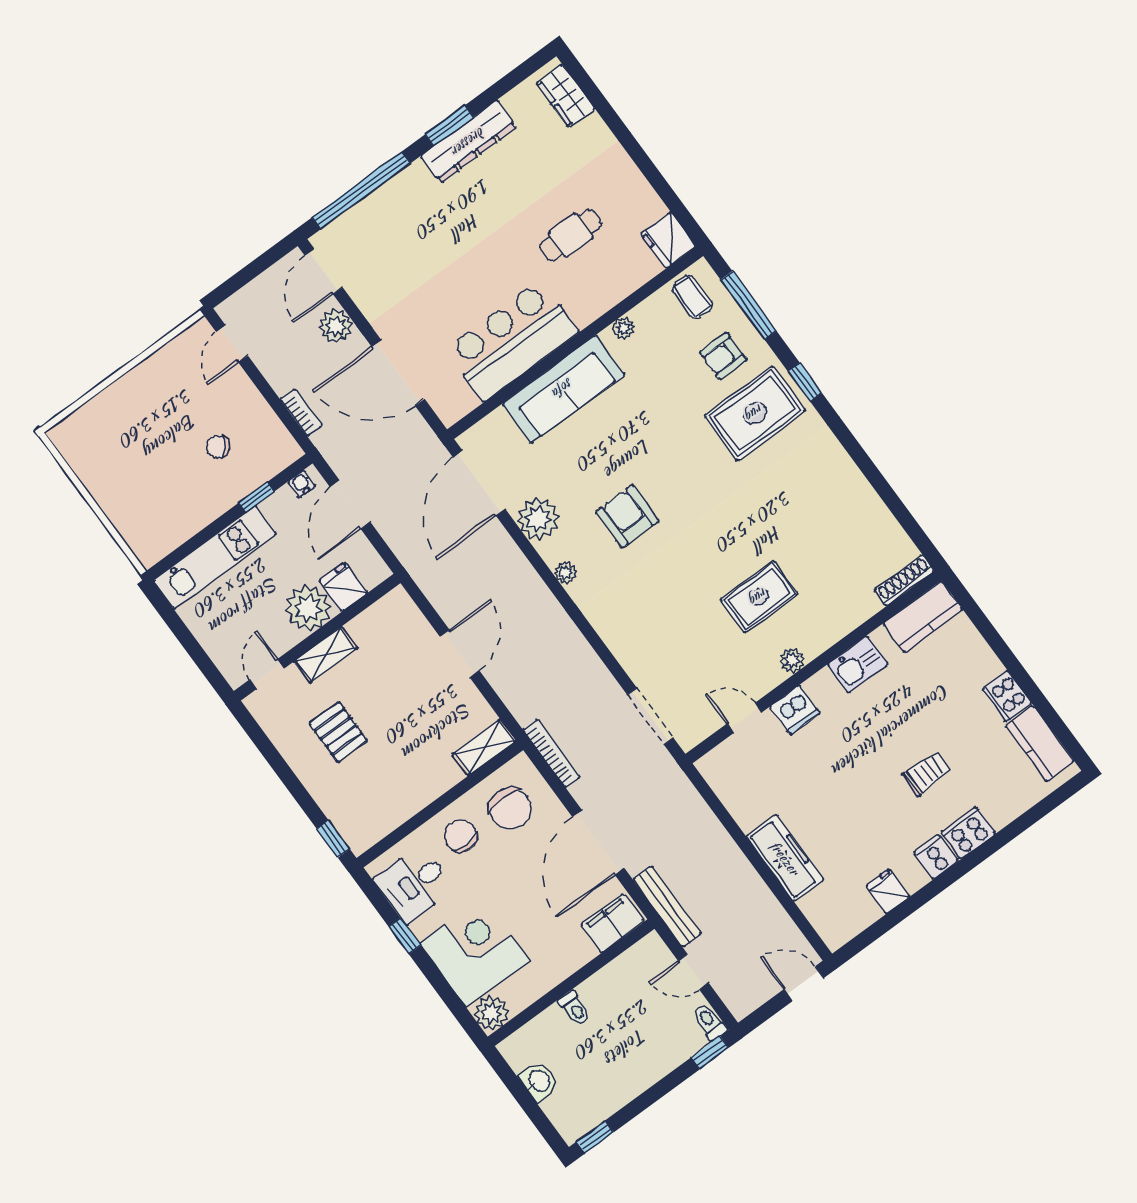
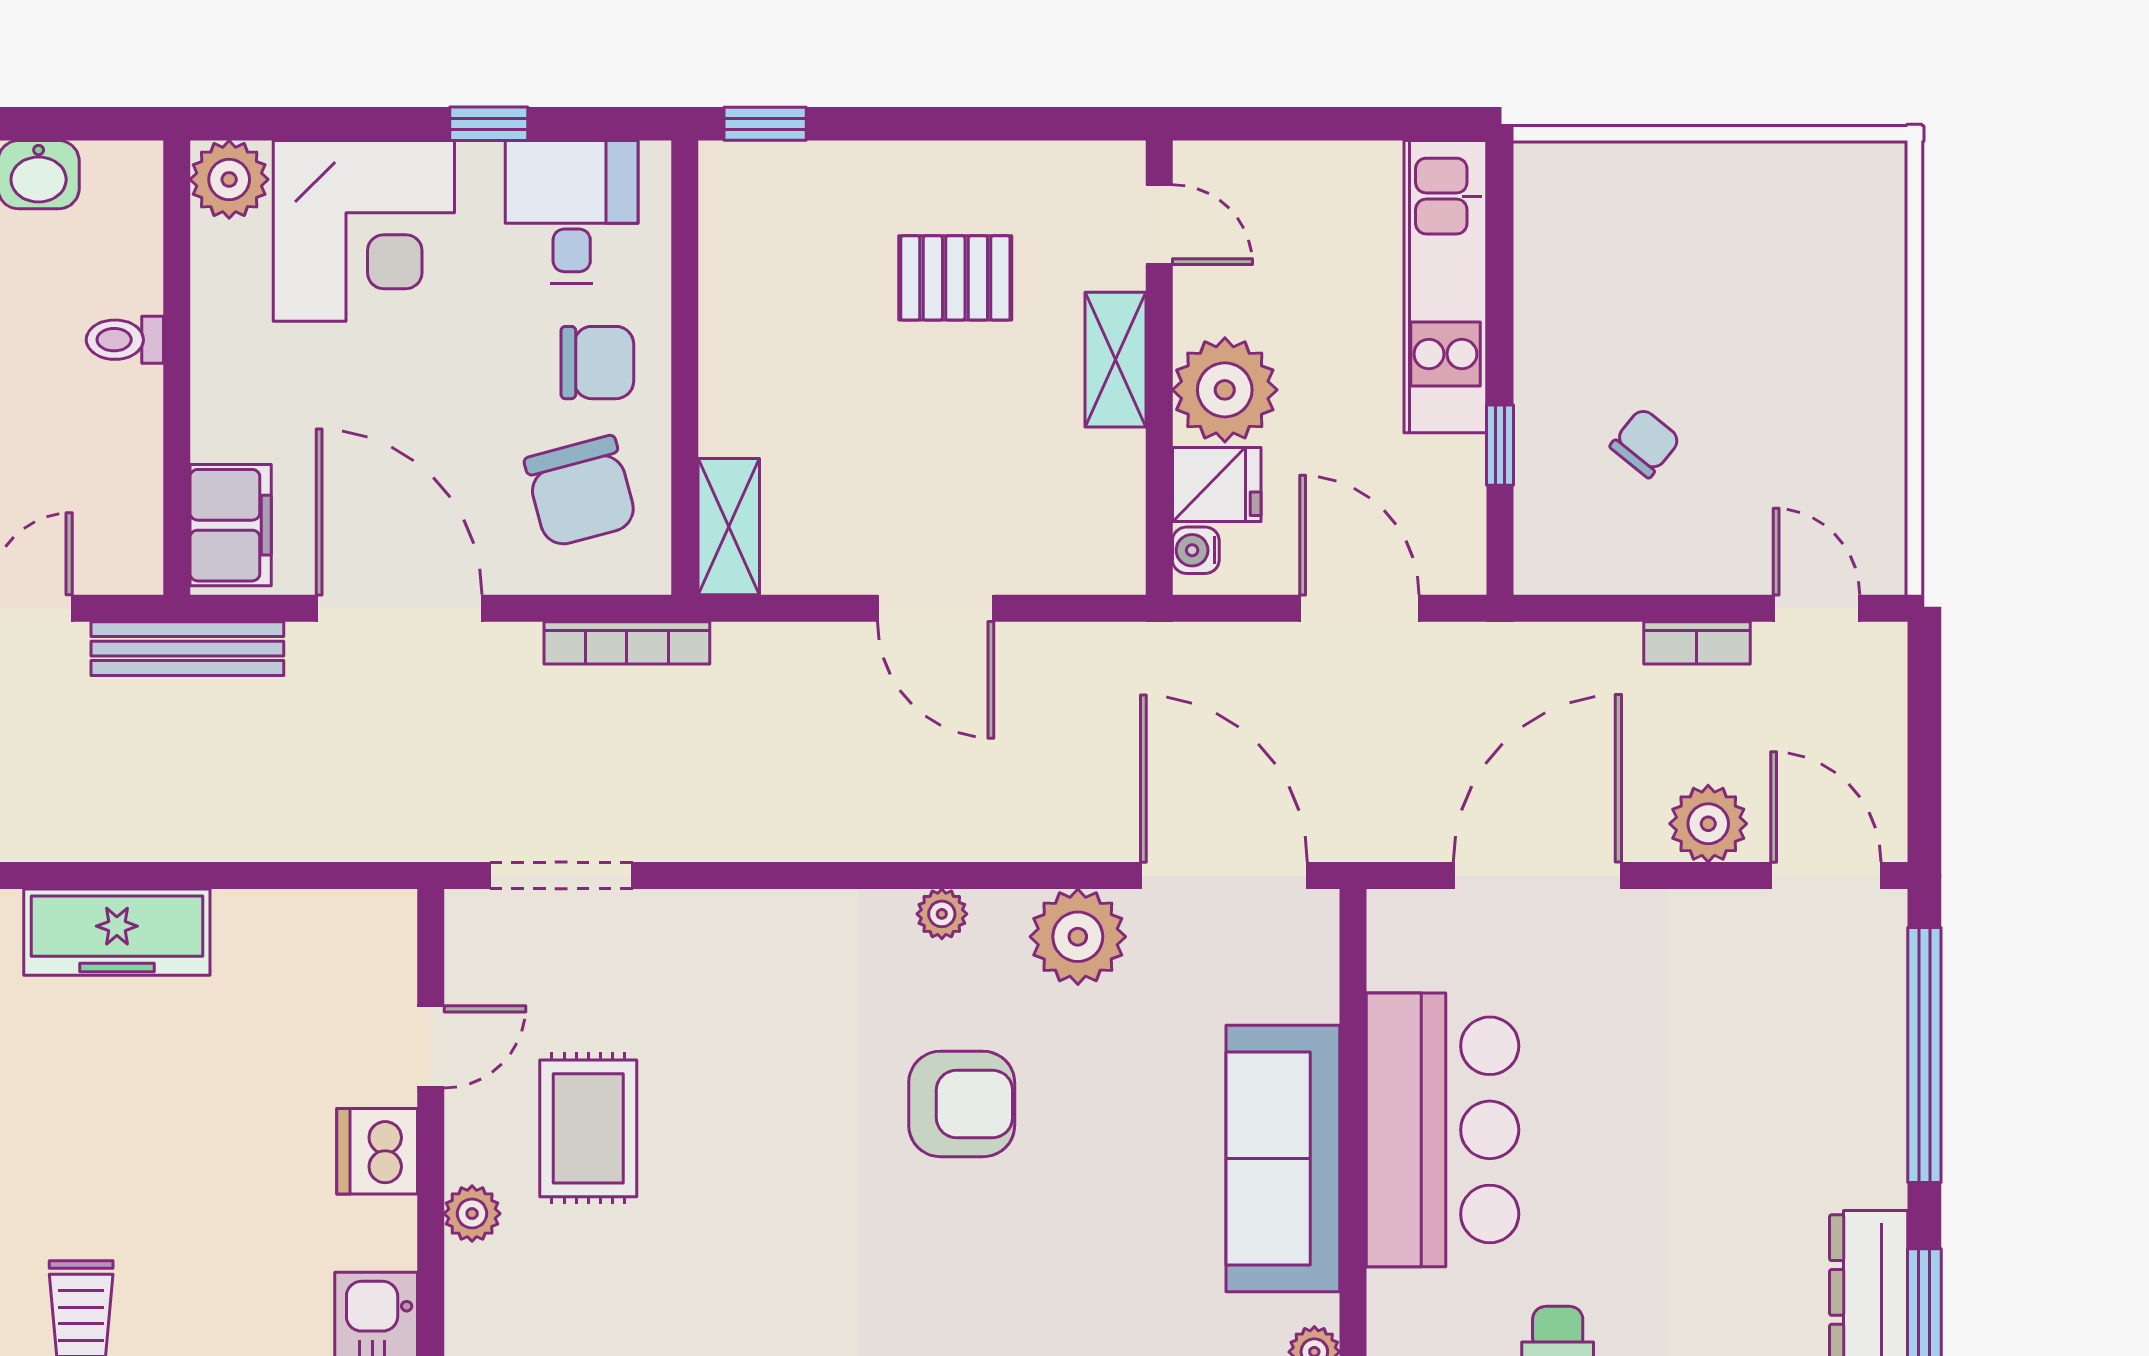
bookcase: (301, 412) -> (1697, 643), moved
water cooler: (302, 484) -> (1196, 550), moved, turned 180
rug: (759, 597) -> (588, 1128), moved
chair: (510, 809) -> (581, 492), turned -105

